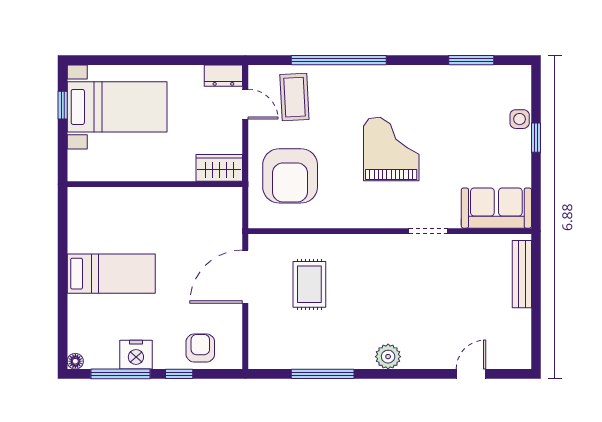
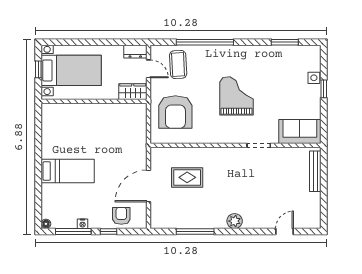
wardrobe: (219, 168) -> (133, 92), moved
wall: (155, 184) -> (94, 101), moved
door: (245, 277) -> (148, 186), moved
rug: (309, 284) -> (187, 177), turned 90
nightstand: (136, 355) -> (83, 224), width x0.53, depth x0.56

